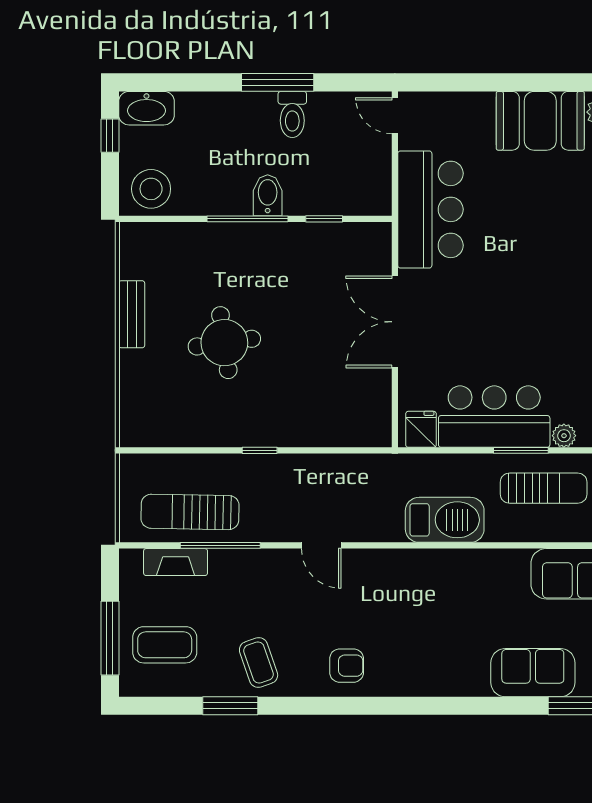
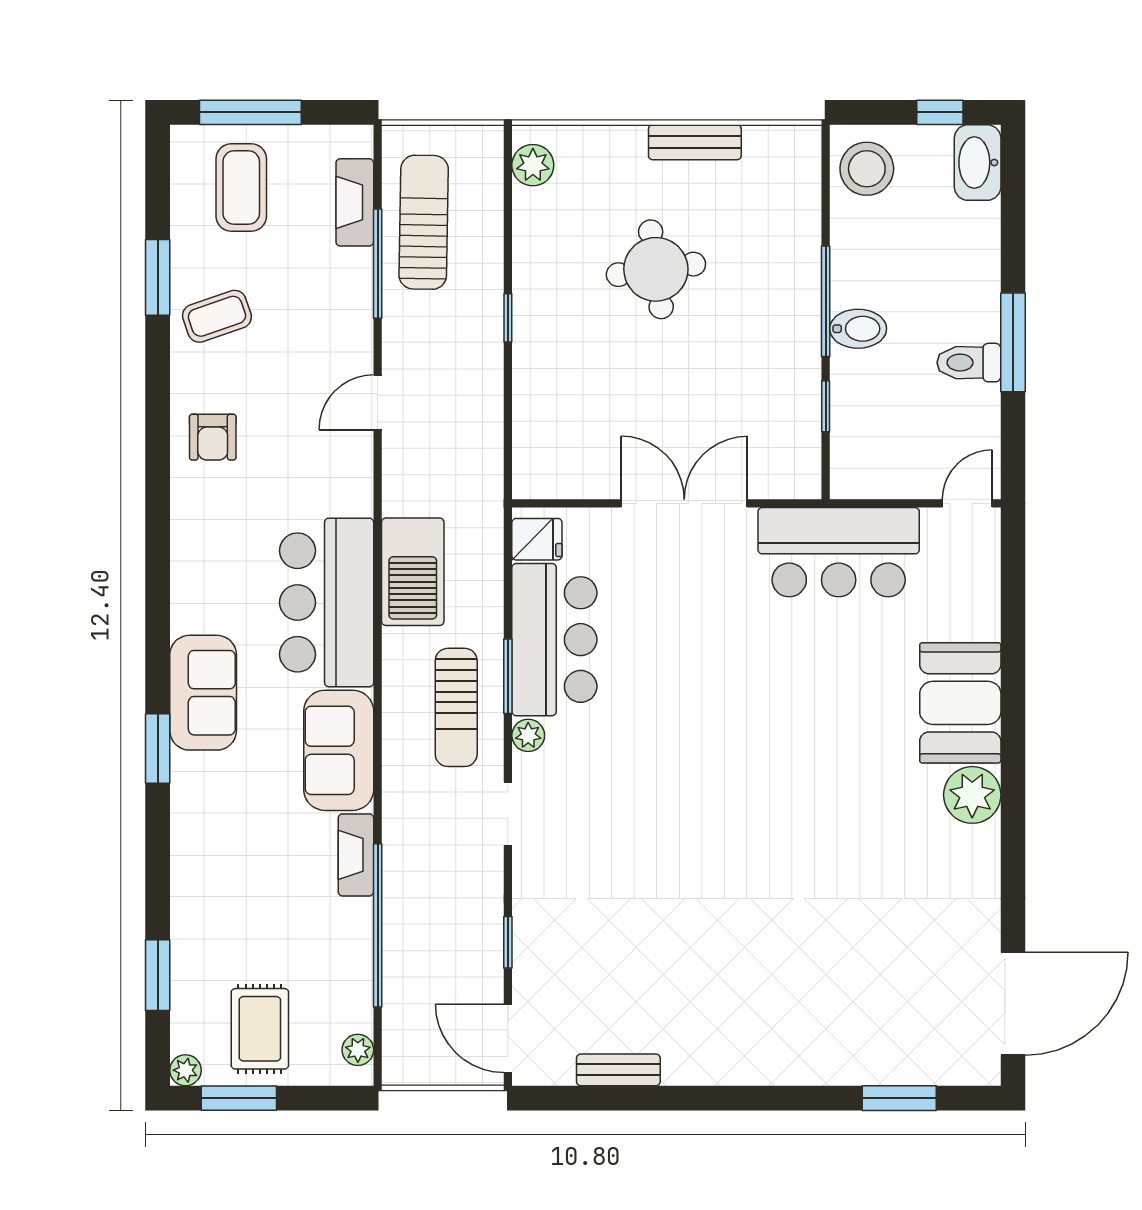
plant: (148, 432) -> (533, 165), added
bar counter: (467, 583) -> (327, 602), added

